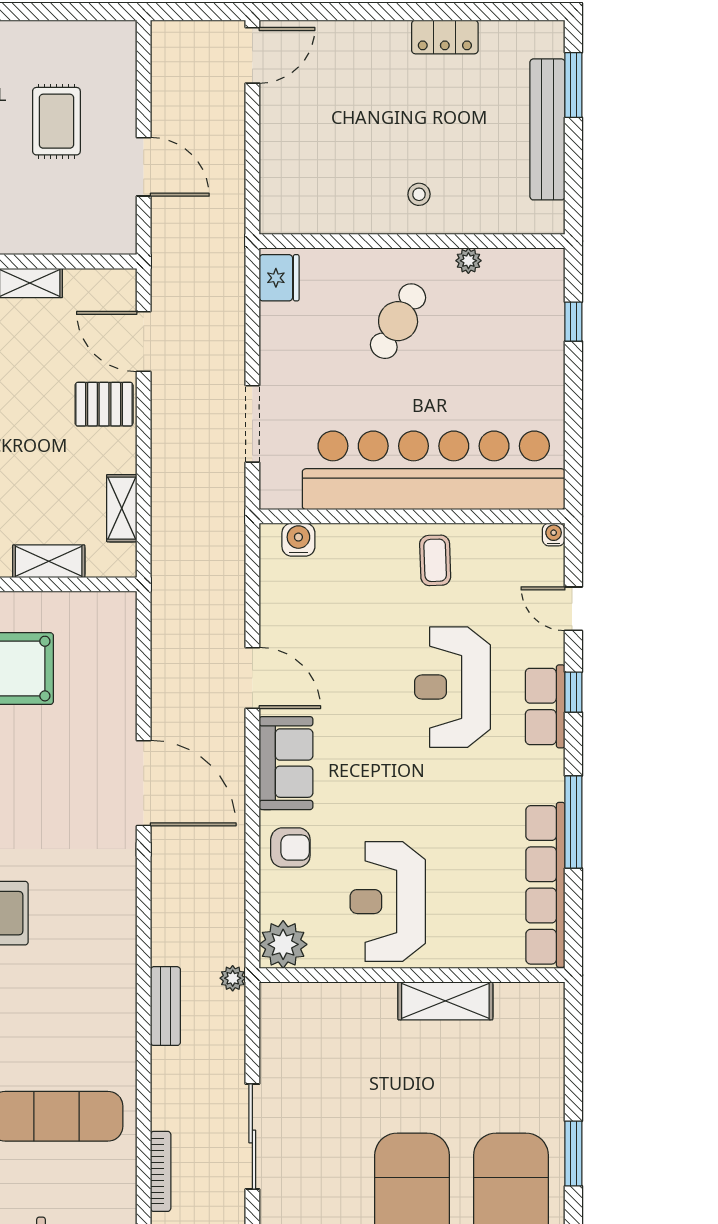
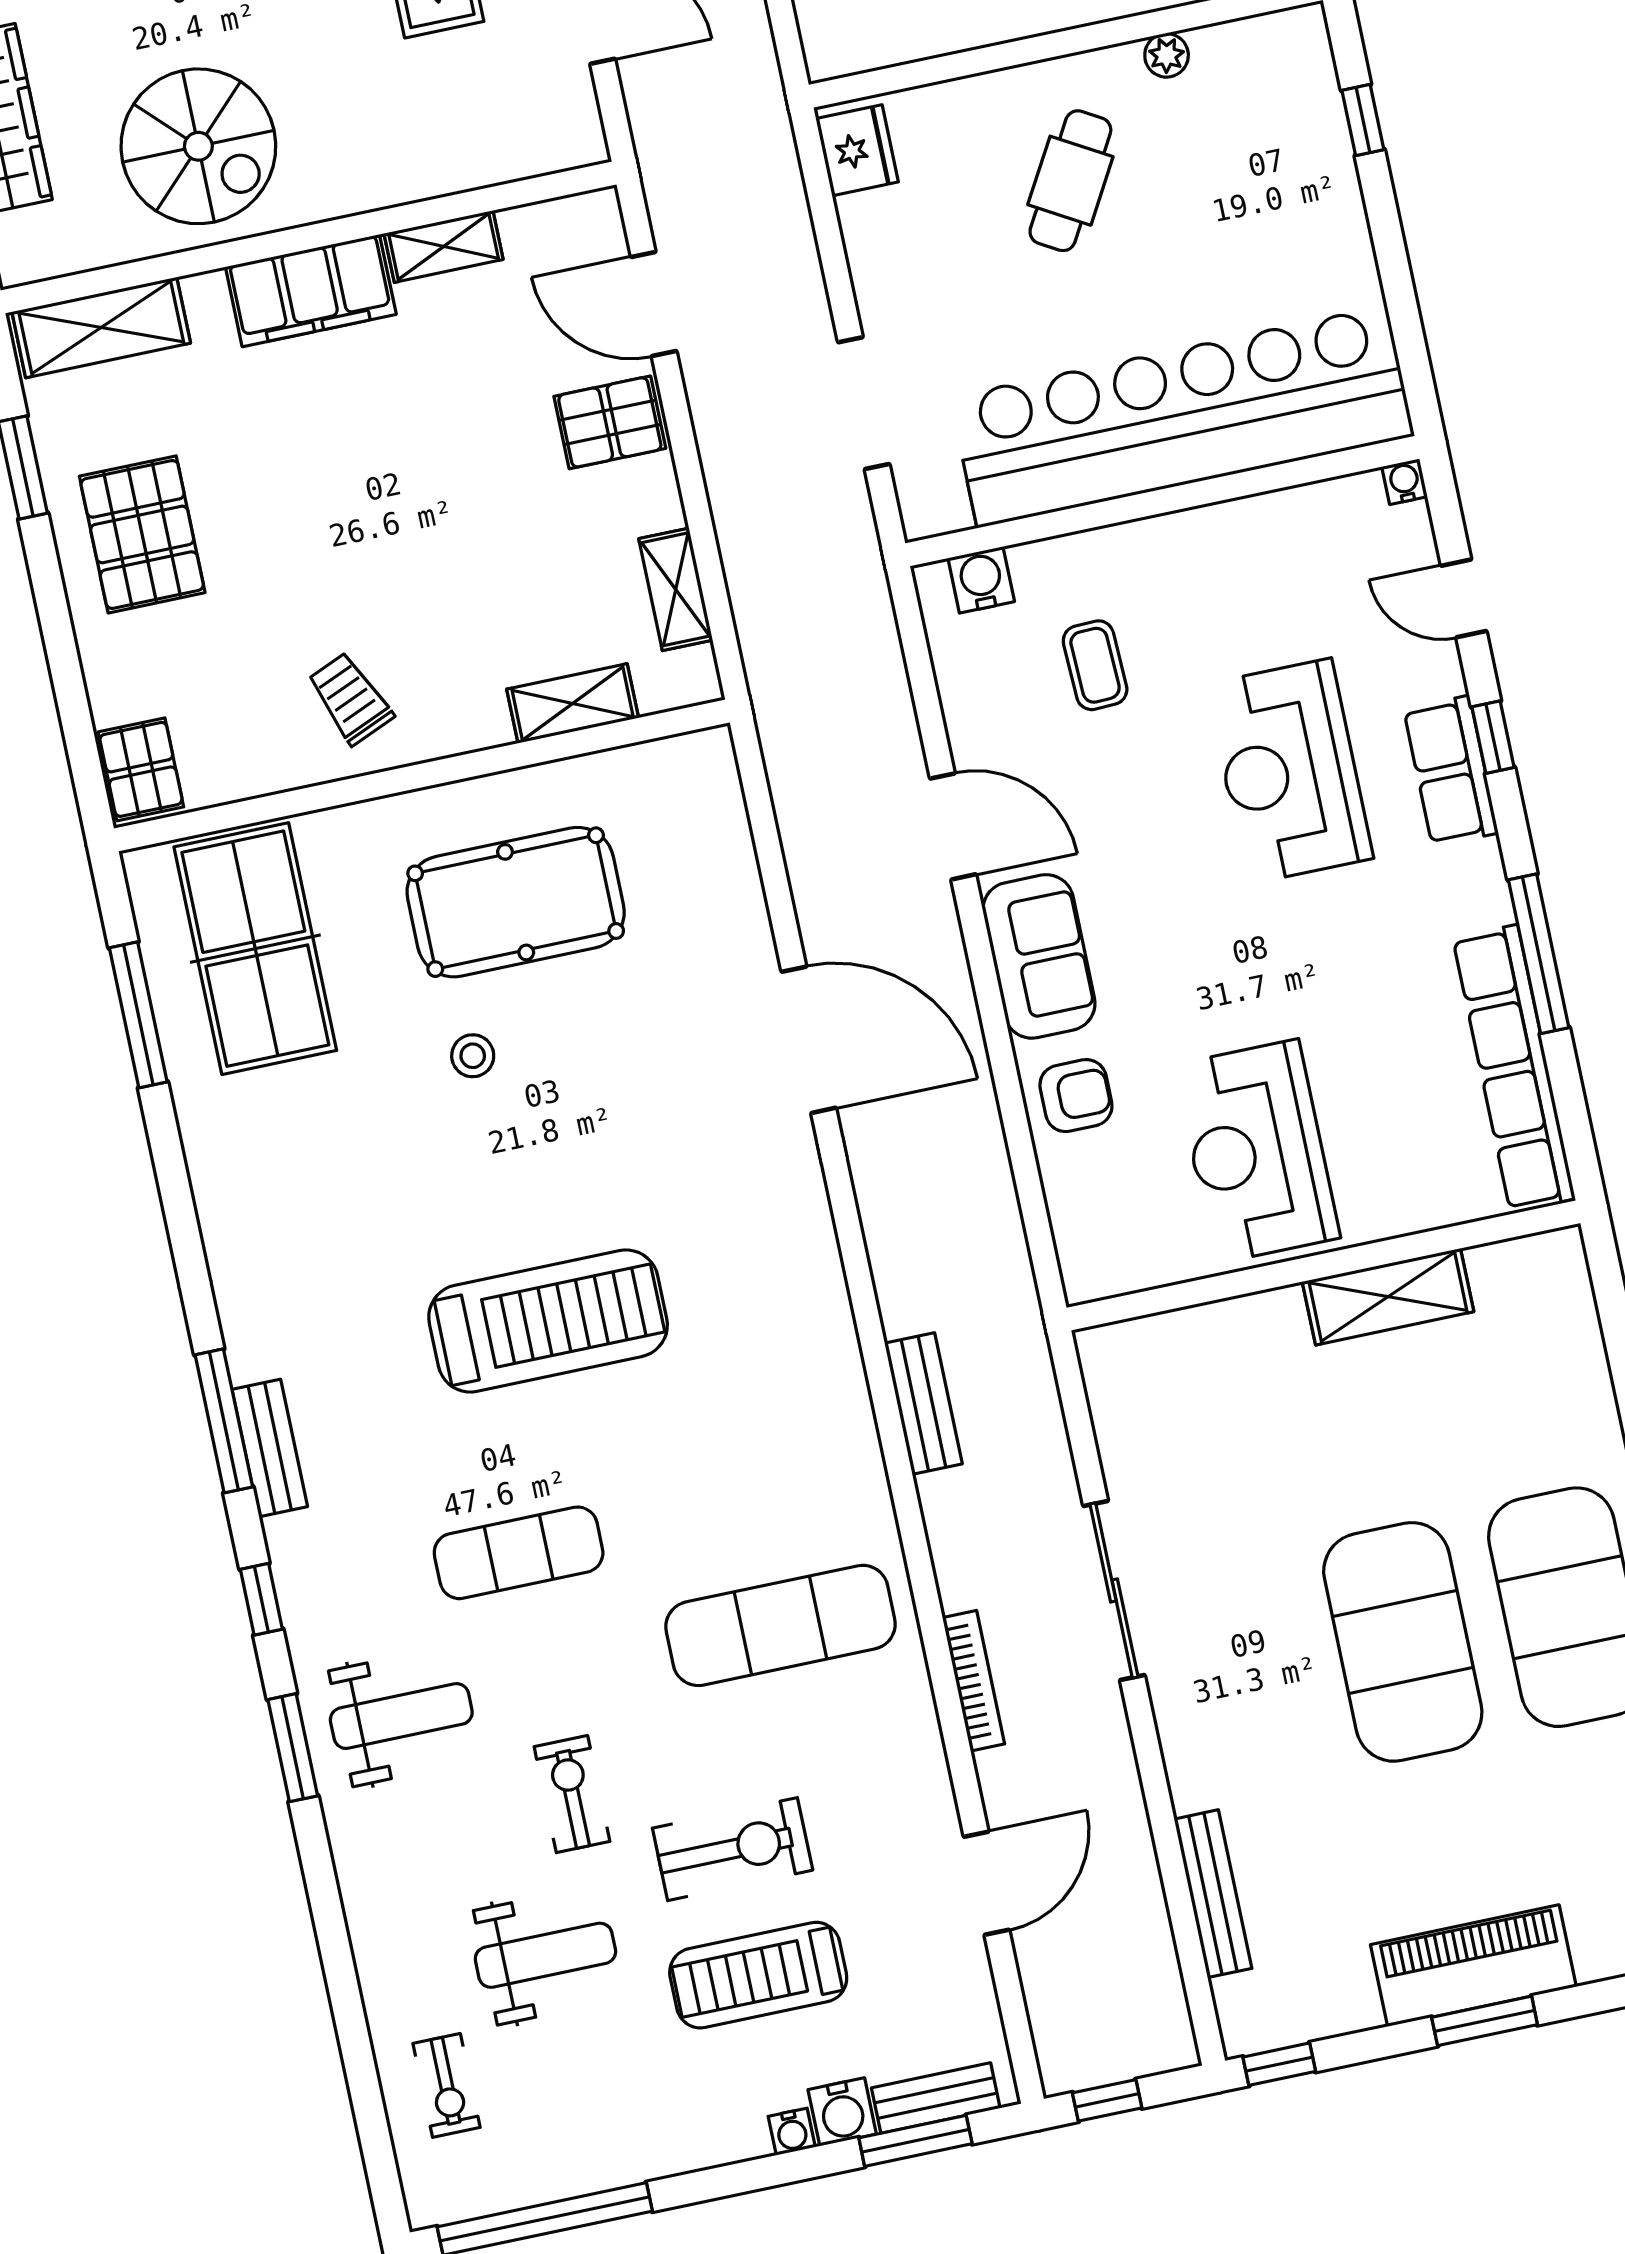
coffee table: (435, 560) -> (1095, 665), moved
plant: (283, 944) -> (1098, 1259), removed
plant: (233, 978) -> (1026, 1334), removed

